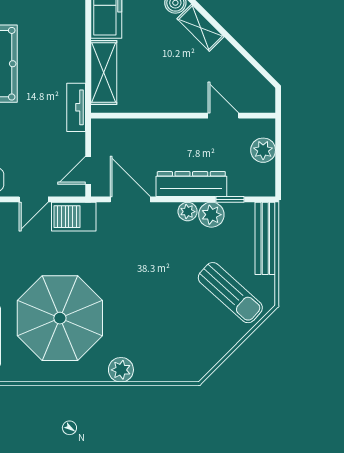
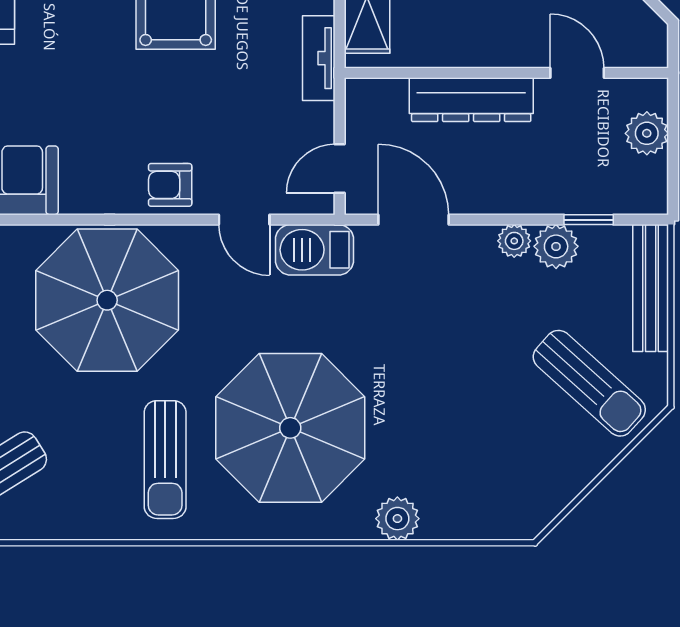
dresser: (191, 184) -> (471, 100), moved, turned 180
door: (34, 199) -> (244, 220), hinge flipped

